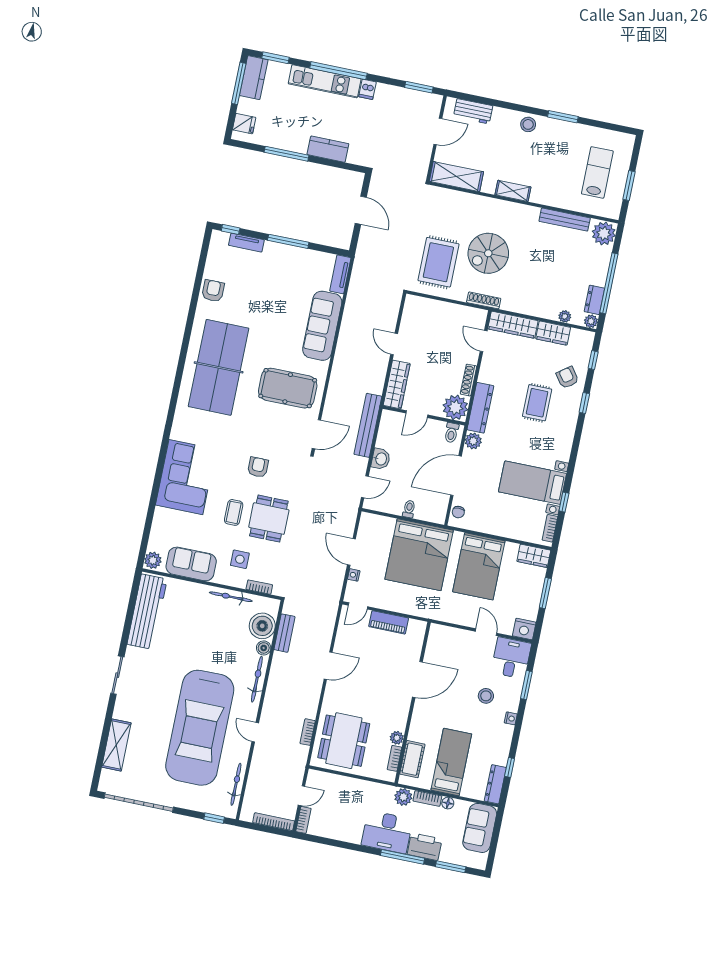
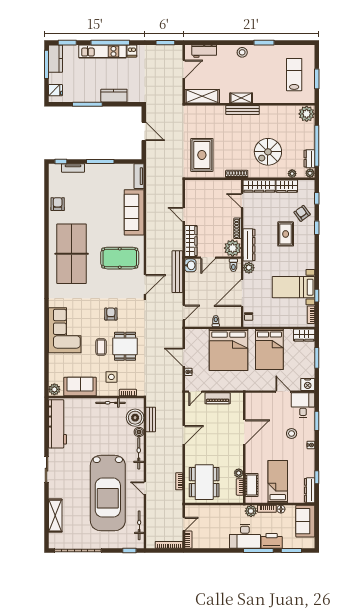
bench: (565, 220) -> (243, 110), moved
spiral stairs: (488, 253) -> (268, 152), moved
washbasin: (381, 459) -> (190, 265), moved

